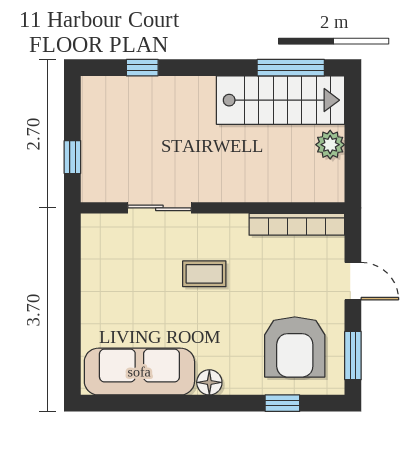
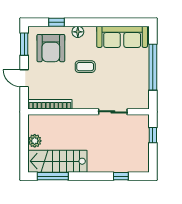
coffee table: (204, 274) -> (85, 67), moved
window: (72, 305) -> (153, 67), added
armchair: (295, 347) -> (51, 48), turned 180
floor lamp: (209, 382) -> (78, 32), moved

